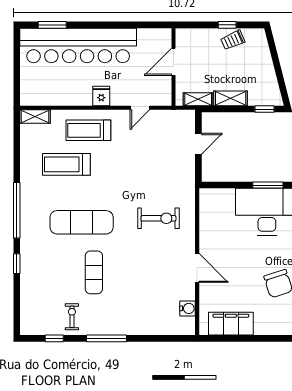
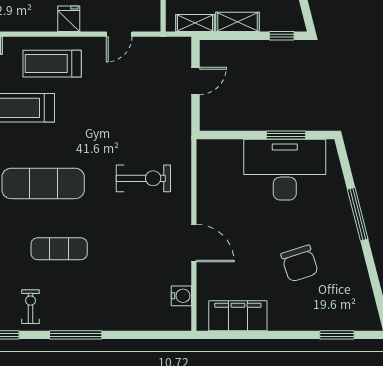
exercise mat: (94, 272) -> (59, 249), turned 90

